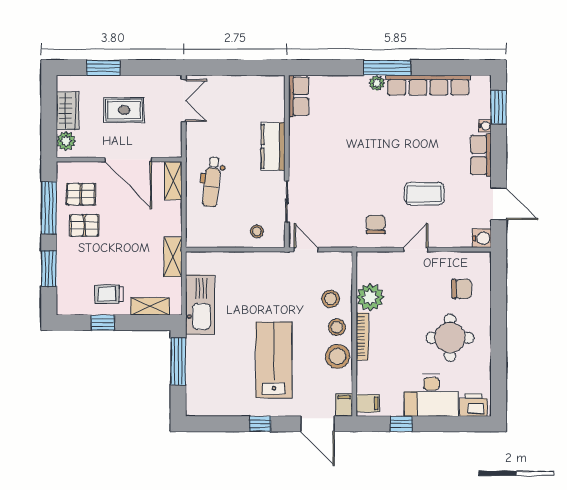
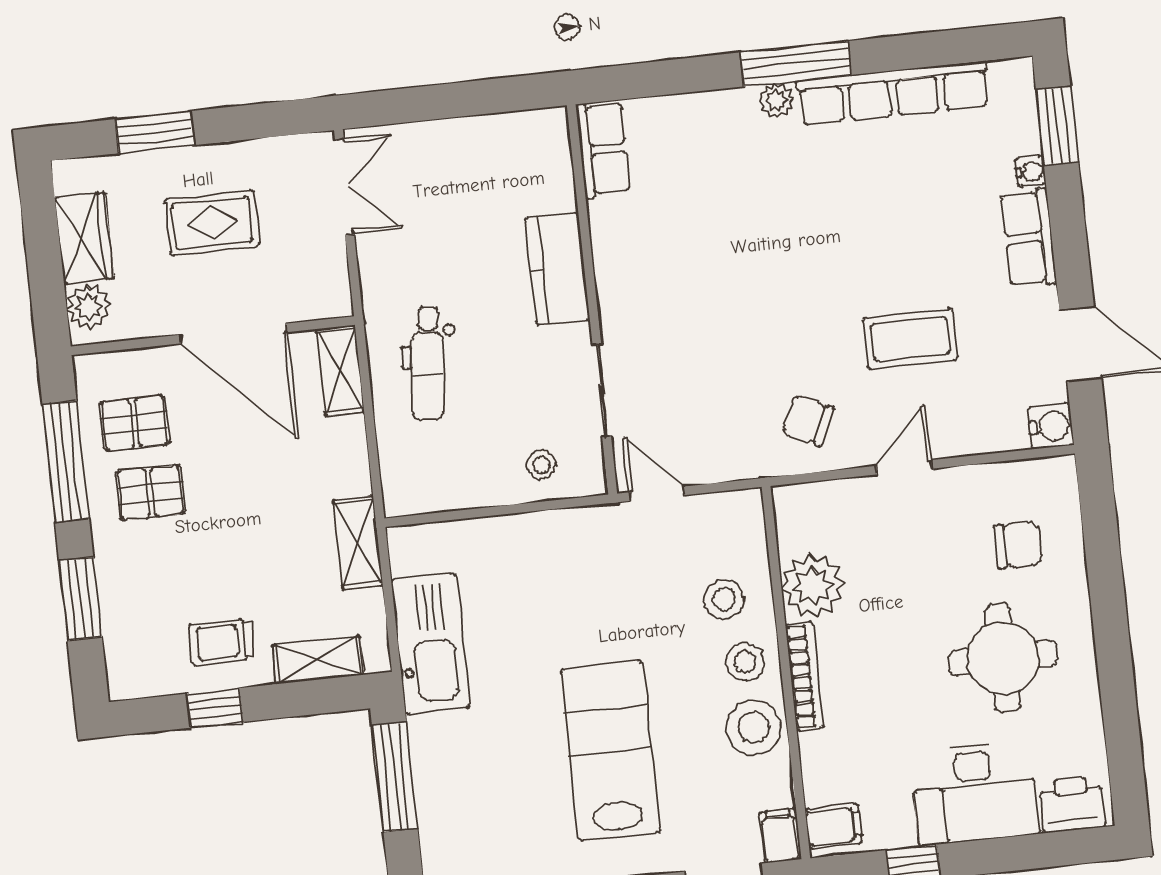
chair: (376, 224) -> (808, 420), turned -65

